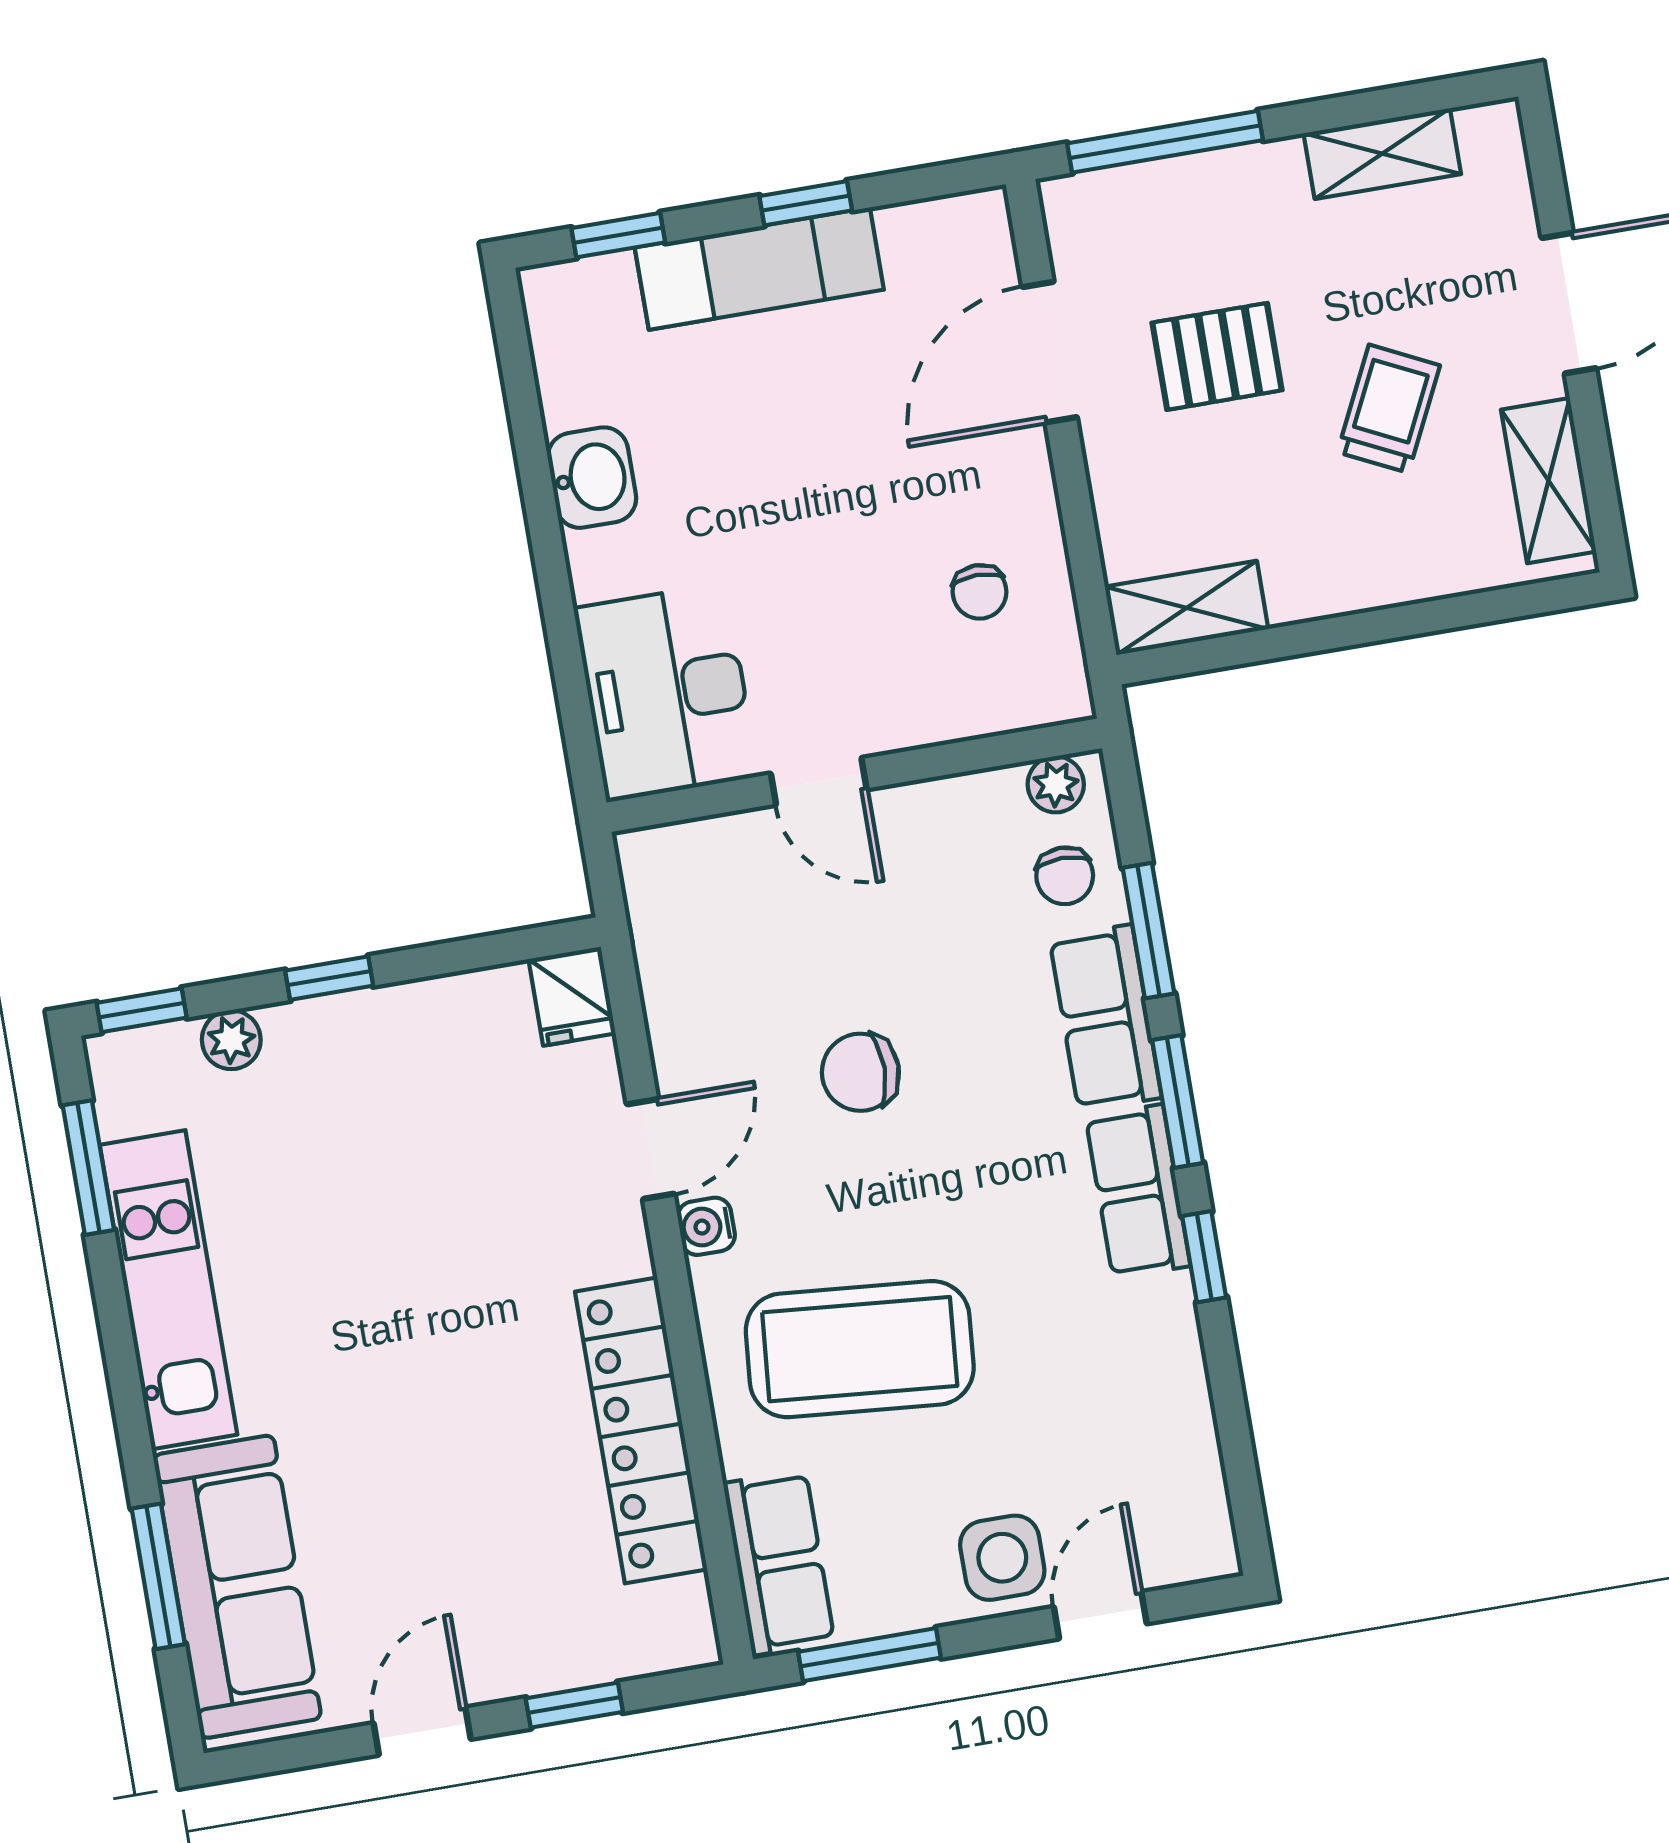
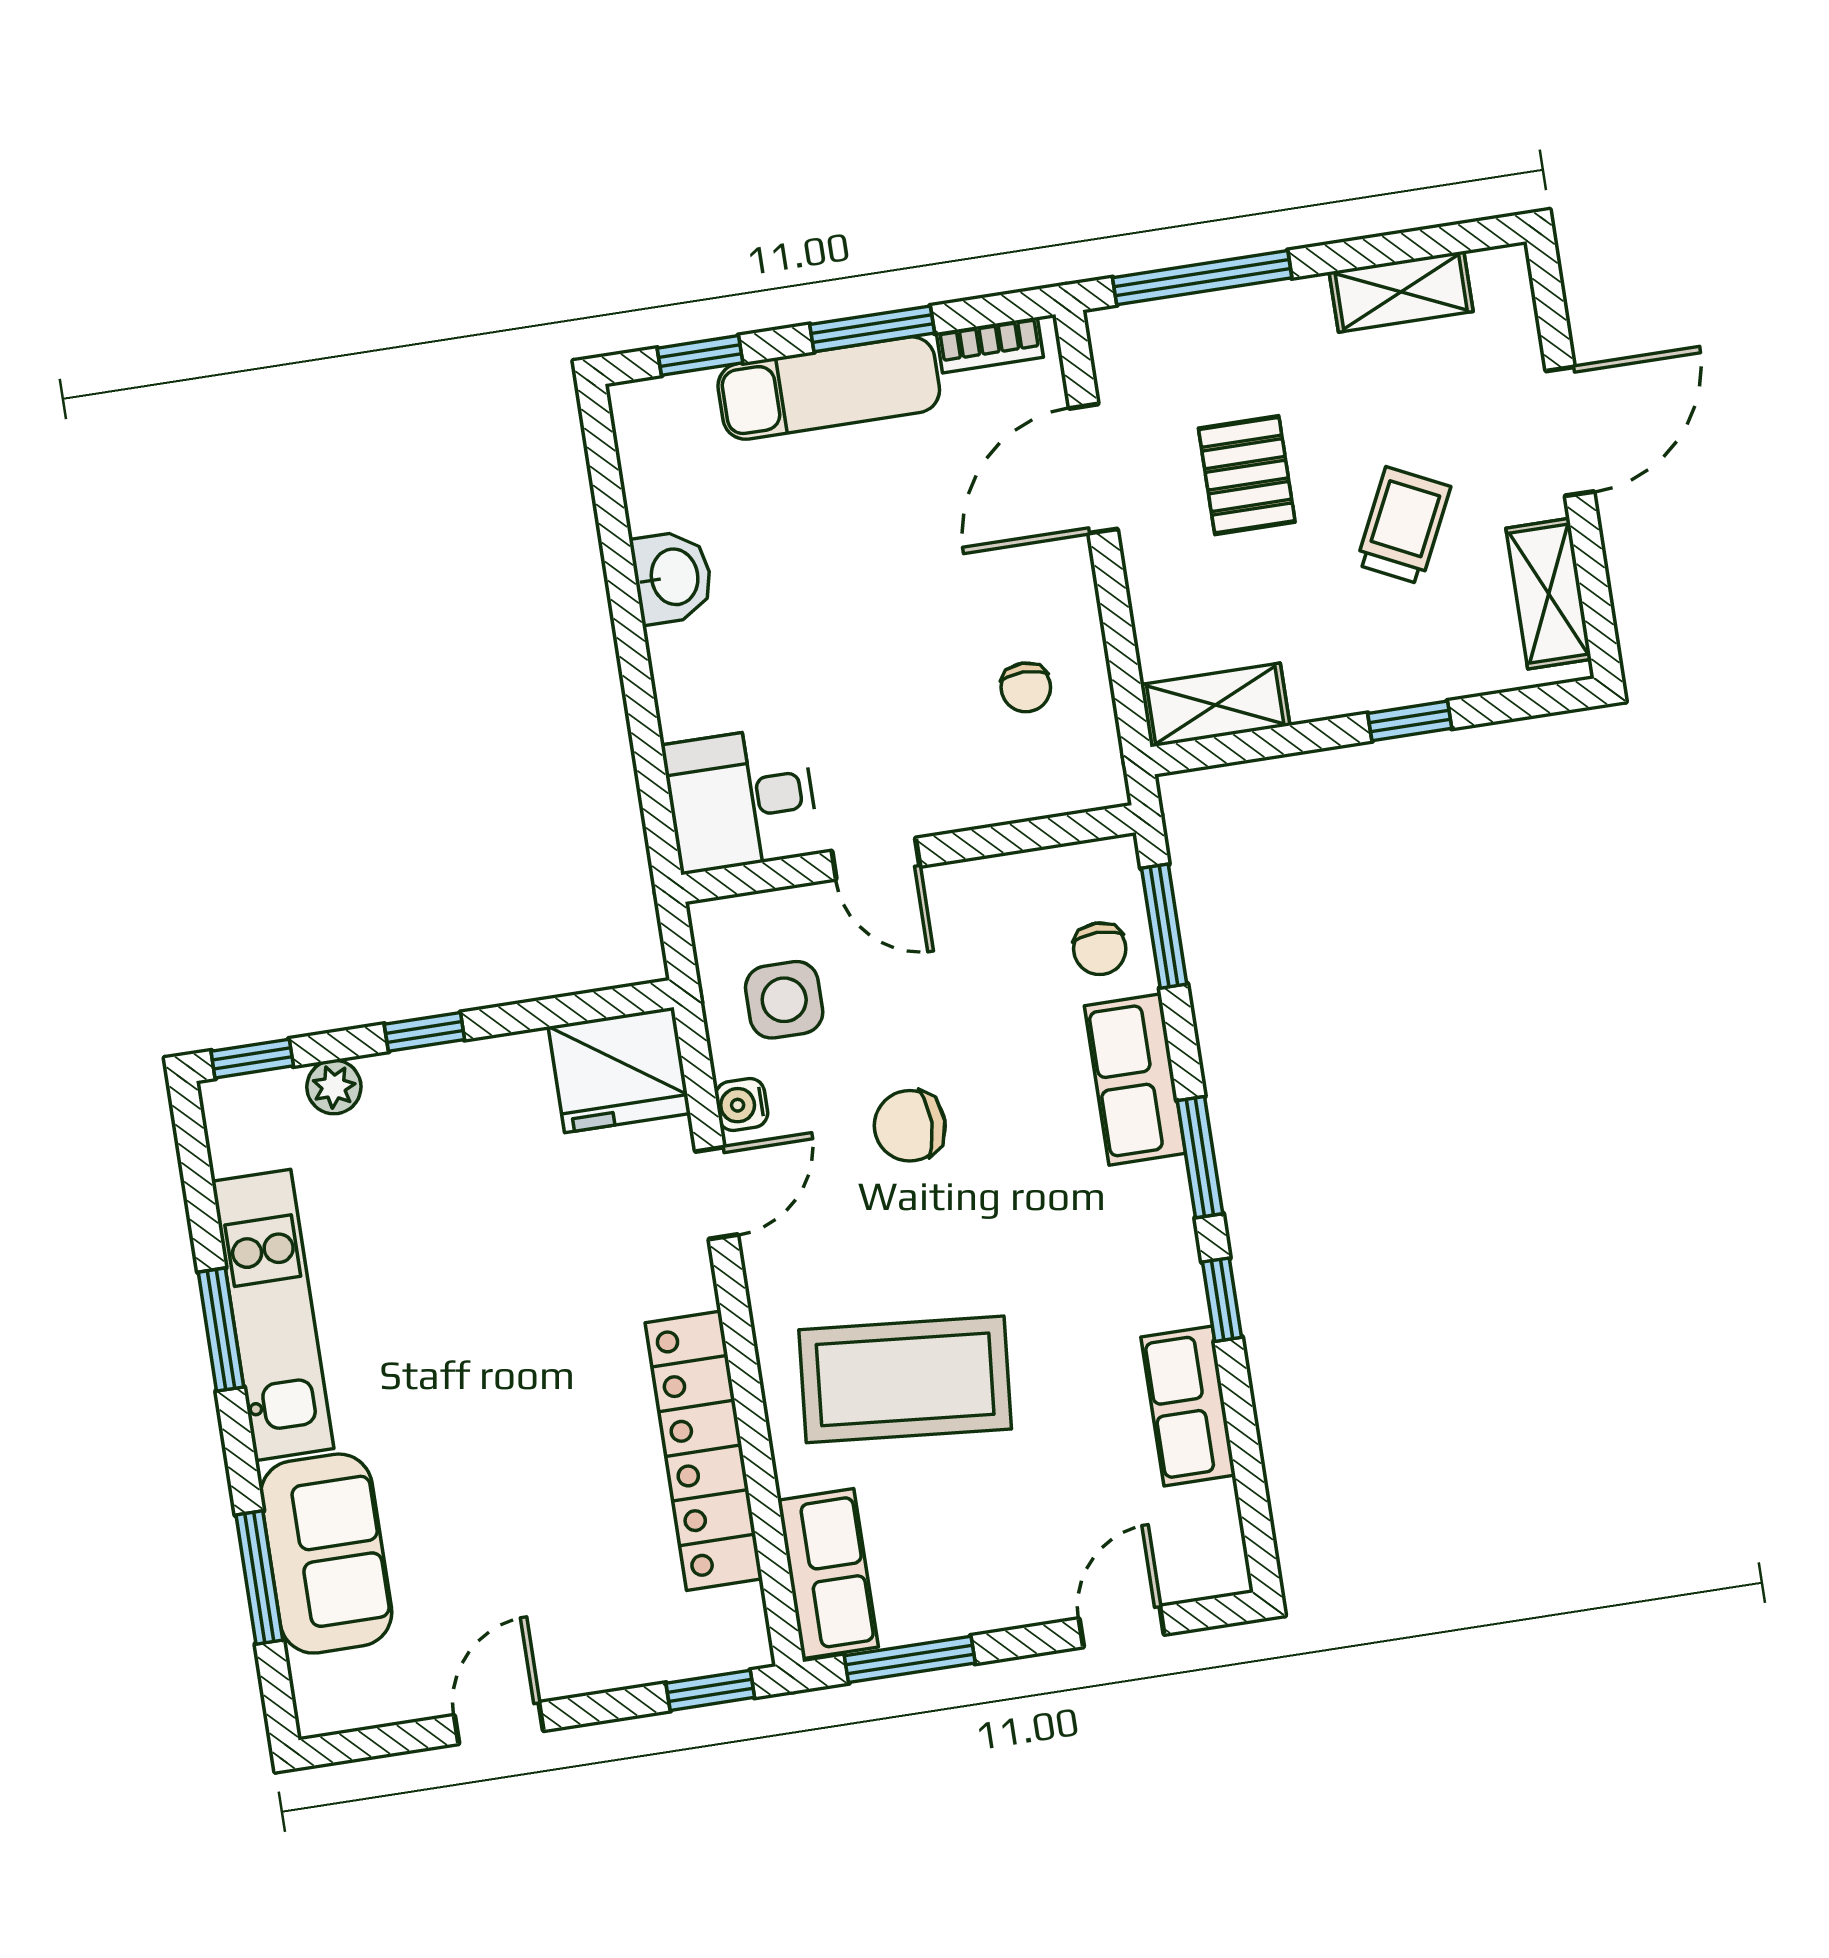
window: (806, 203) -> (872, 329), width x1.50
bookcase: (934, 219) -> (990, 345), added
pallet: (1217, 356) -> (1247, 475), turned 90
window: (1399, 622) -> (1410, 721), added
desk: (666, 692) -> (741, 799), width x0.73
plant: (1056, 784) -> (1093, 865), removed
window: (1148, 931) -> (1164, 926), moved
fridge: (572, 996) -> (619, 1070), width x1.88, depth x1.34
window: (88, 1168) -> (221, 1330), moved
row of seats: (1138, 1191) -> (1188, 1406), moved
water cooler: (706, 1226) -> (742, 1105), moved
side table: (1002, 1558) -> (784, 1000), moved
sofa: (237, 1587) -> (326, 1554), width x0.73
window: (574, 1705) -> (710, 1690), moved

